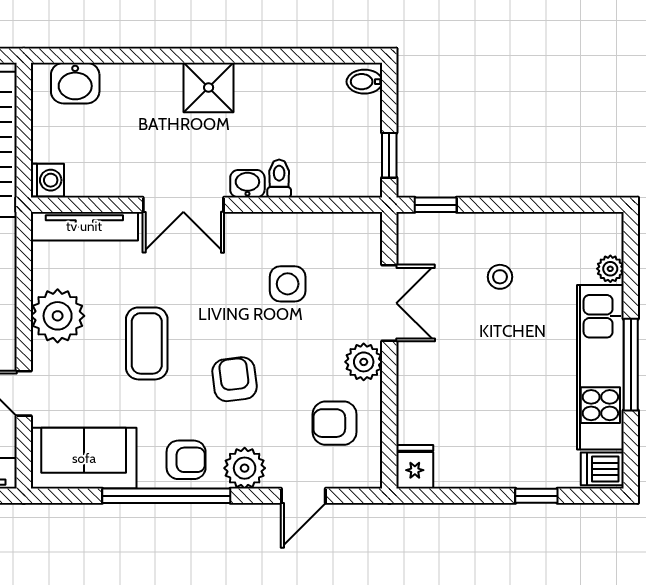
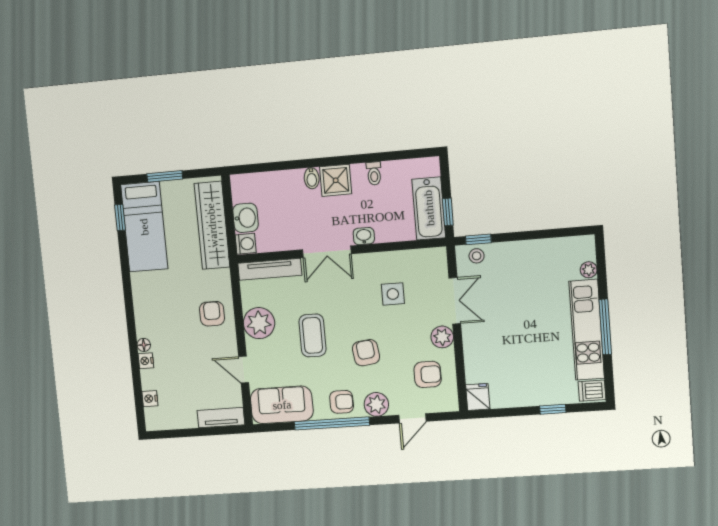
bidet: (364, 82) -> (312, 178), moved, turned -90
washbasin: (75, 83) -> (245, 218), moved, turned -90
bathtub: (358, 147) -> (429, 208), added
toilet: (279, 179) -> (374, 173), moved, turned 180
stool: (500, 277) -> (477, 256), moved
armchair: (335, 423) -> (428, 374), turned 180

